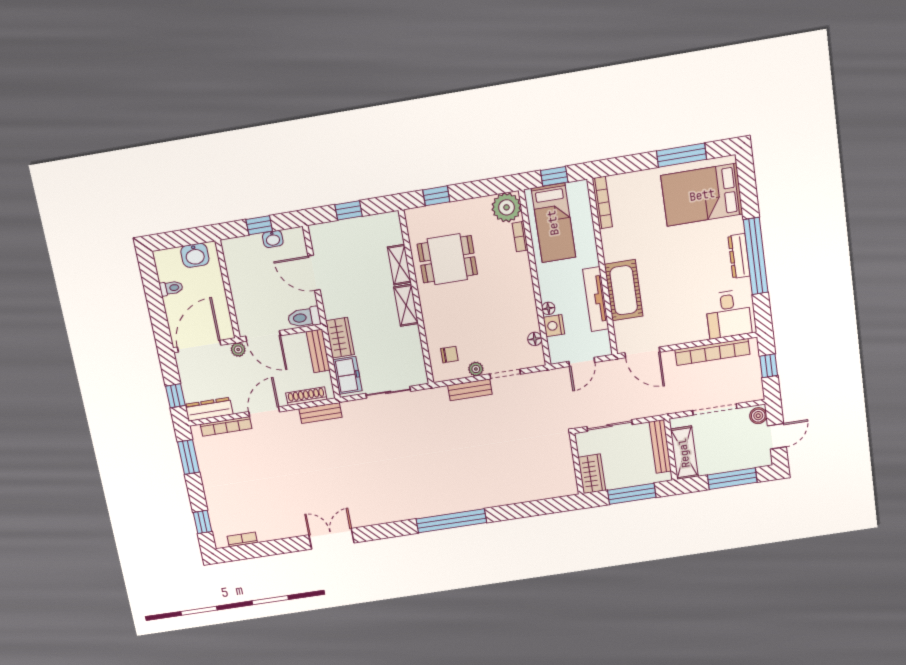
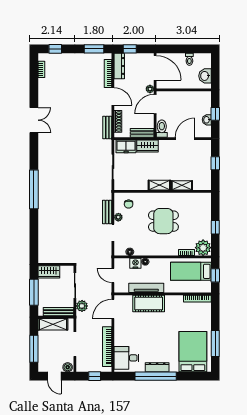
window: (436, 196) -> (215, 227), moved
dining table: (447, 259) -> (163, 221), moved, turned 90
plant: (645, 408) -> (82, 306), added

